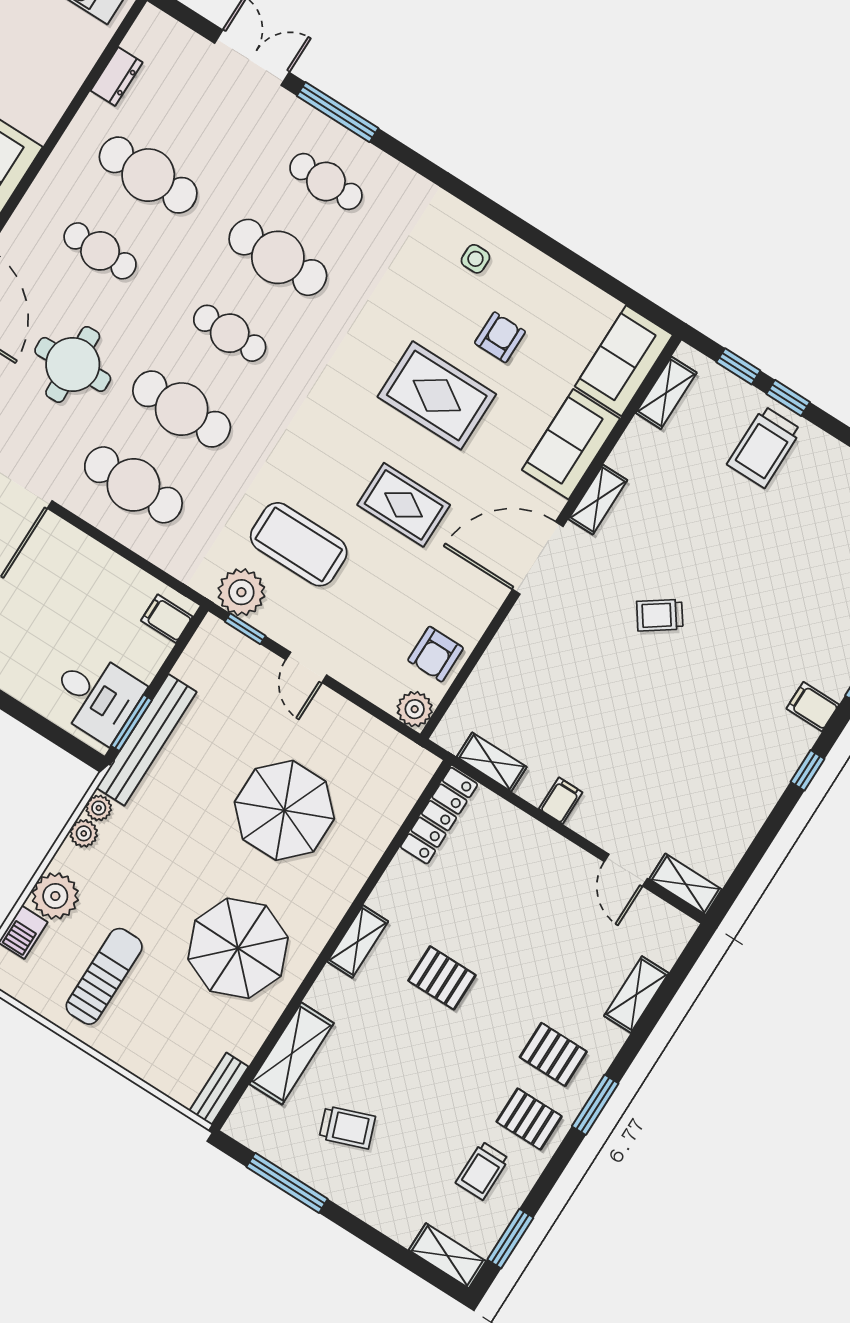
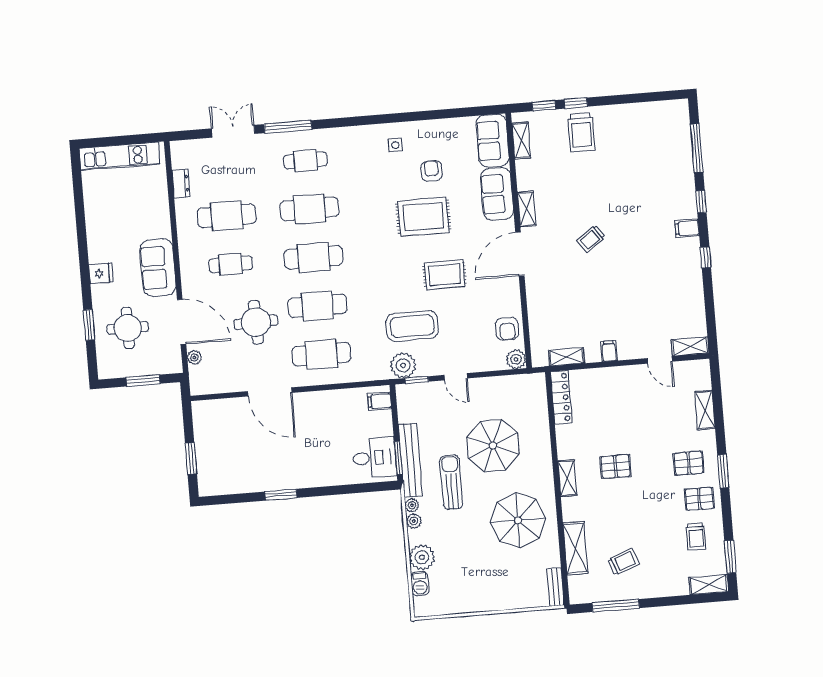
cafe table: (230, 333) -> (313, 257), width x1.37, depth x1.35
sun lounger: (104, 976) -> (451, 482), moved

